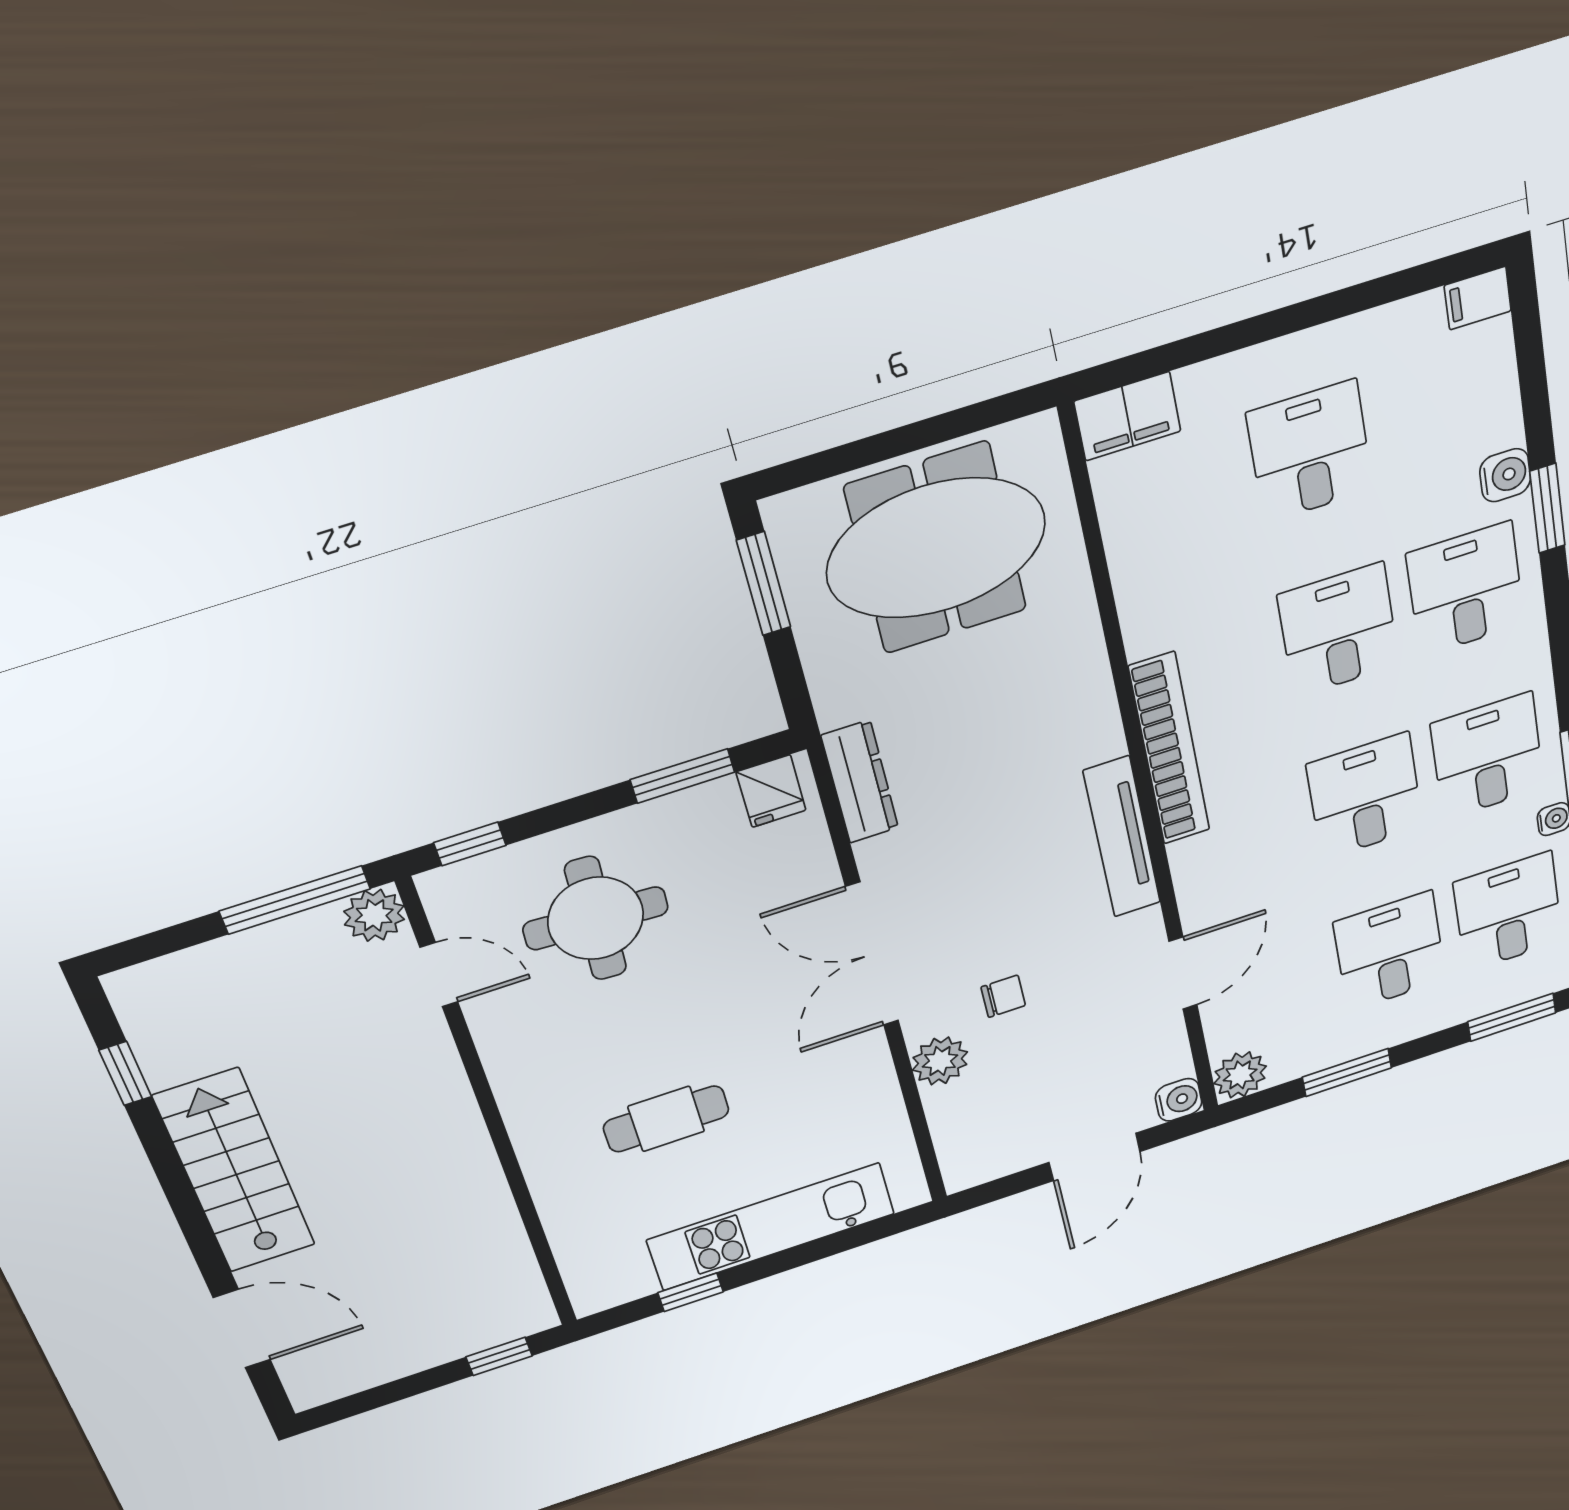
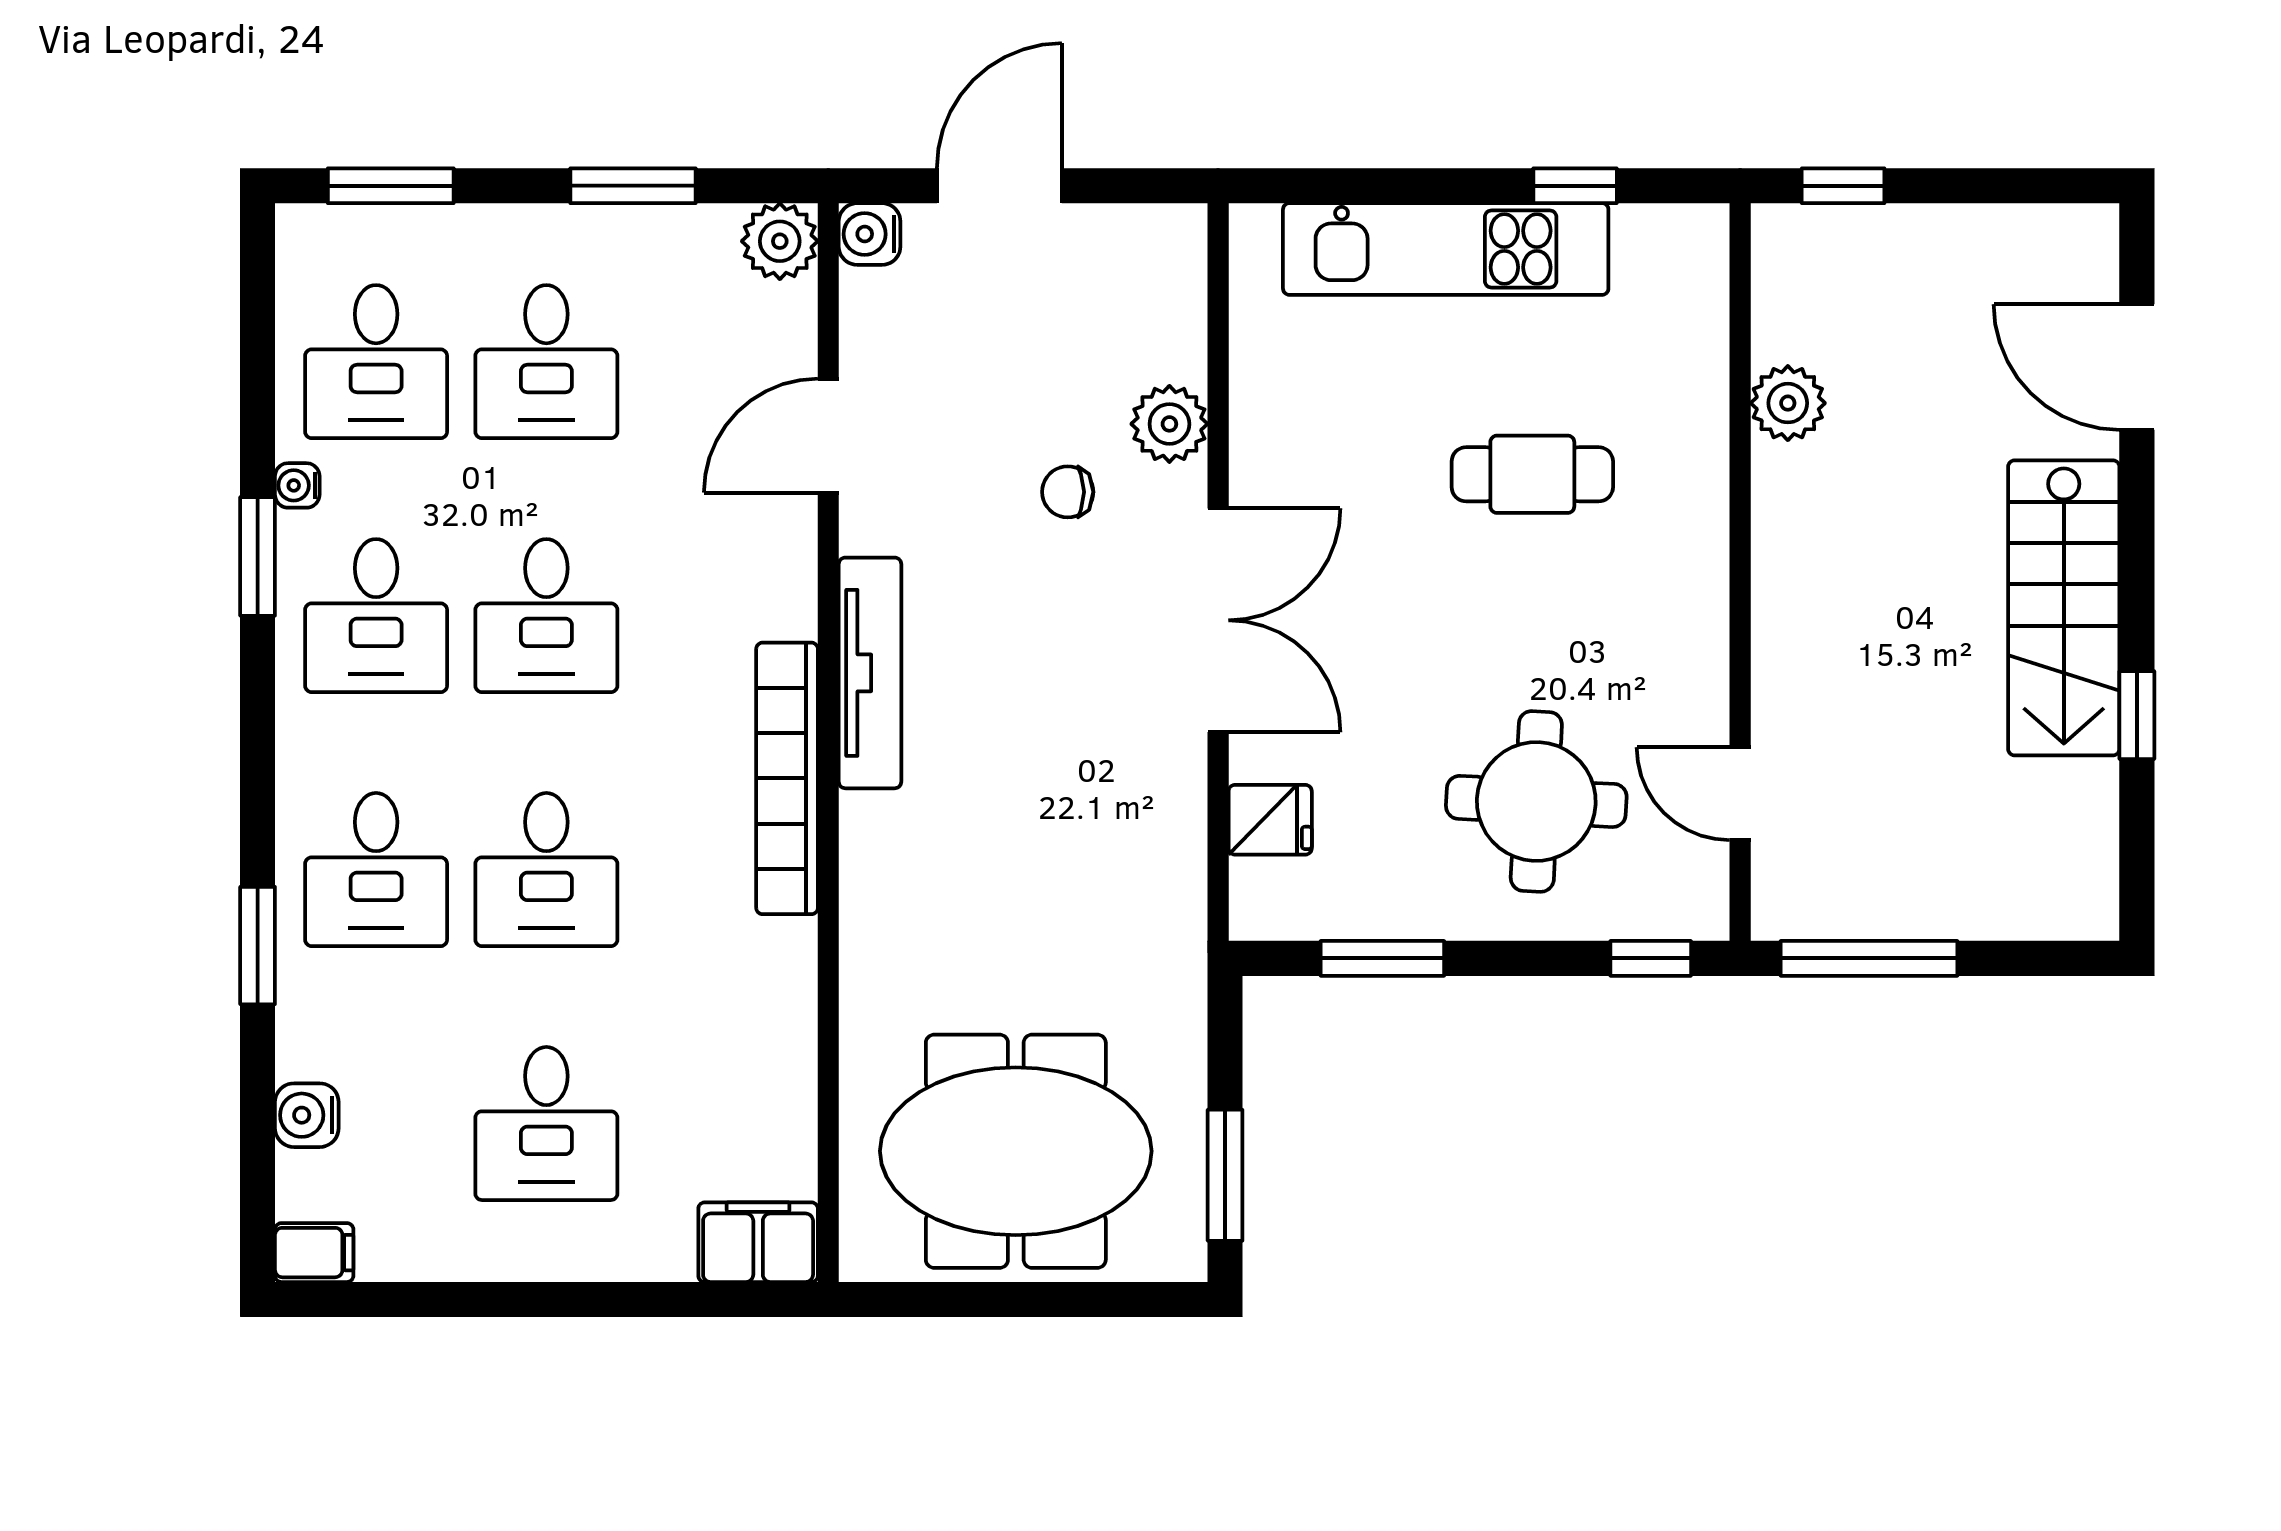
water cooler: (1505, 475) -> (307, 1115), moved
dresser: (860, 782) -> (1176, 873), removed
fridge: (771, 791) -> (1270, 820), moved, turned 90
plant: (374, 915) -> (1788, 403), moved
window: (125, 1073) -> (2137, 715), moved

